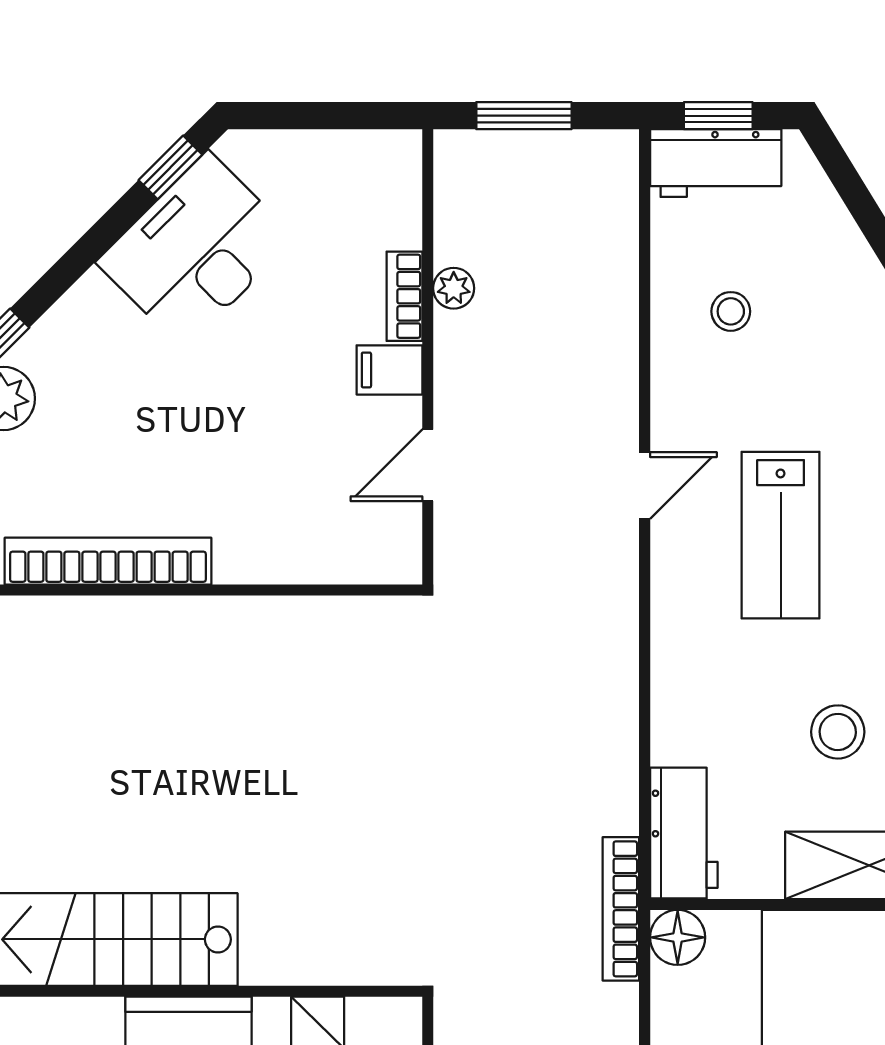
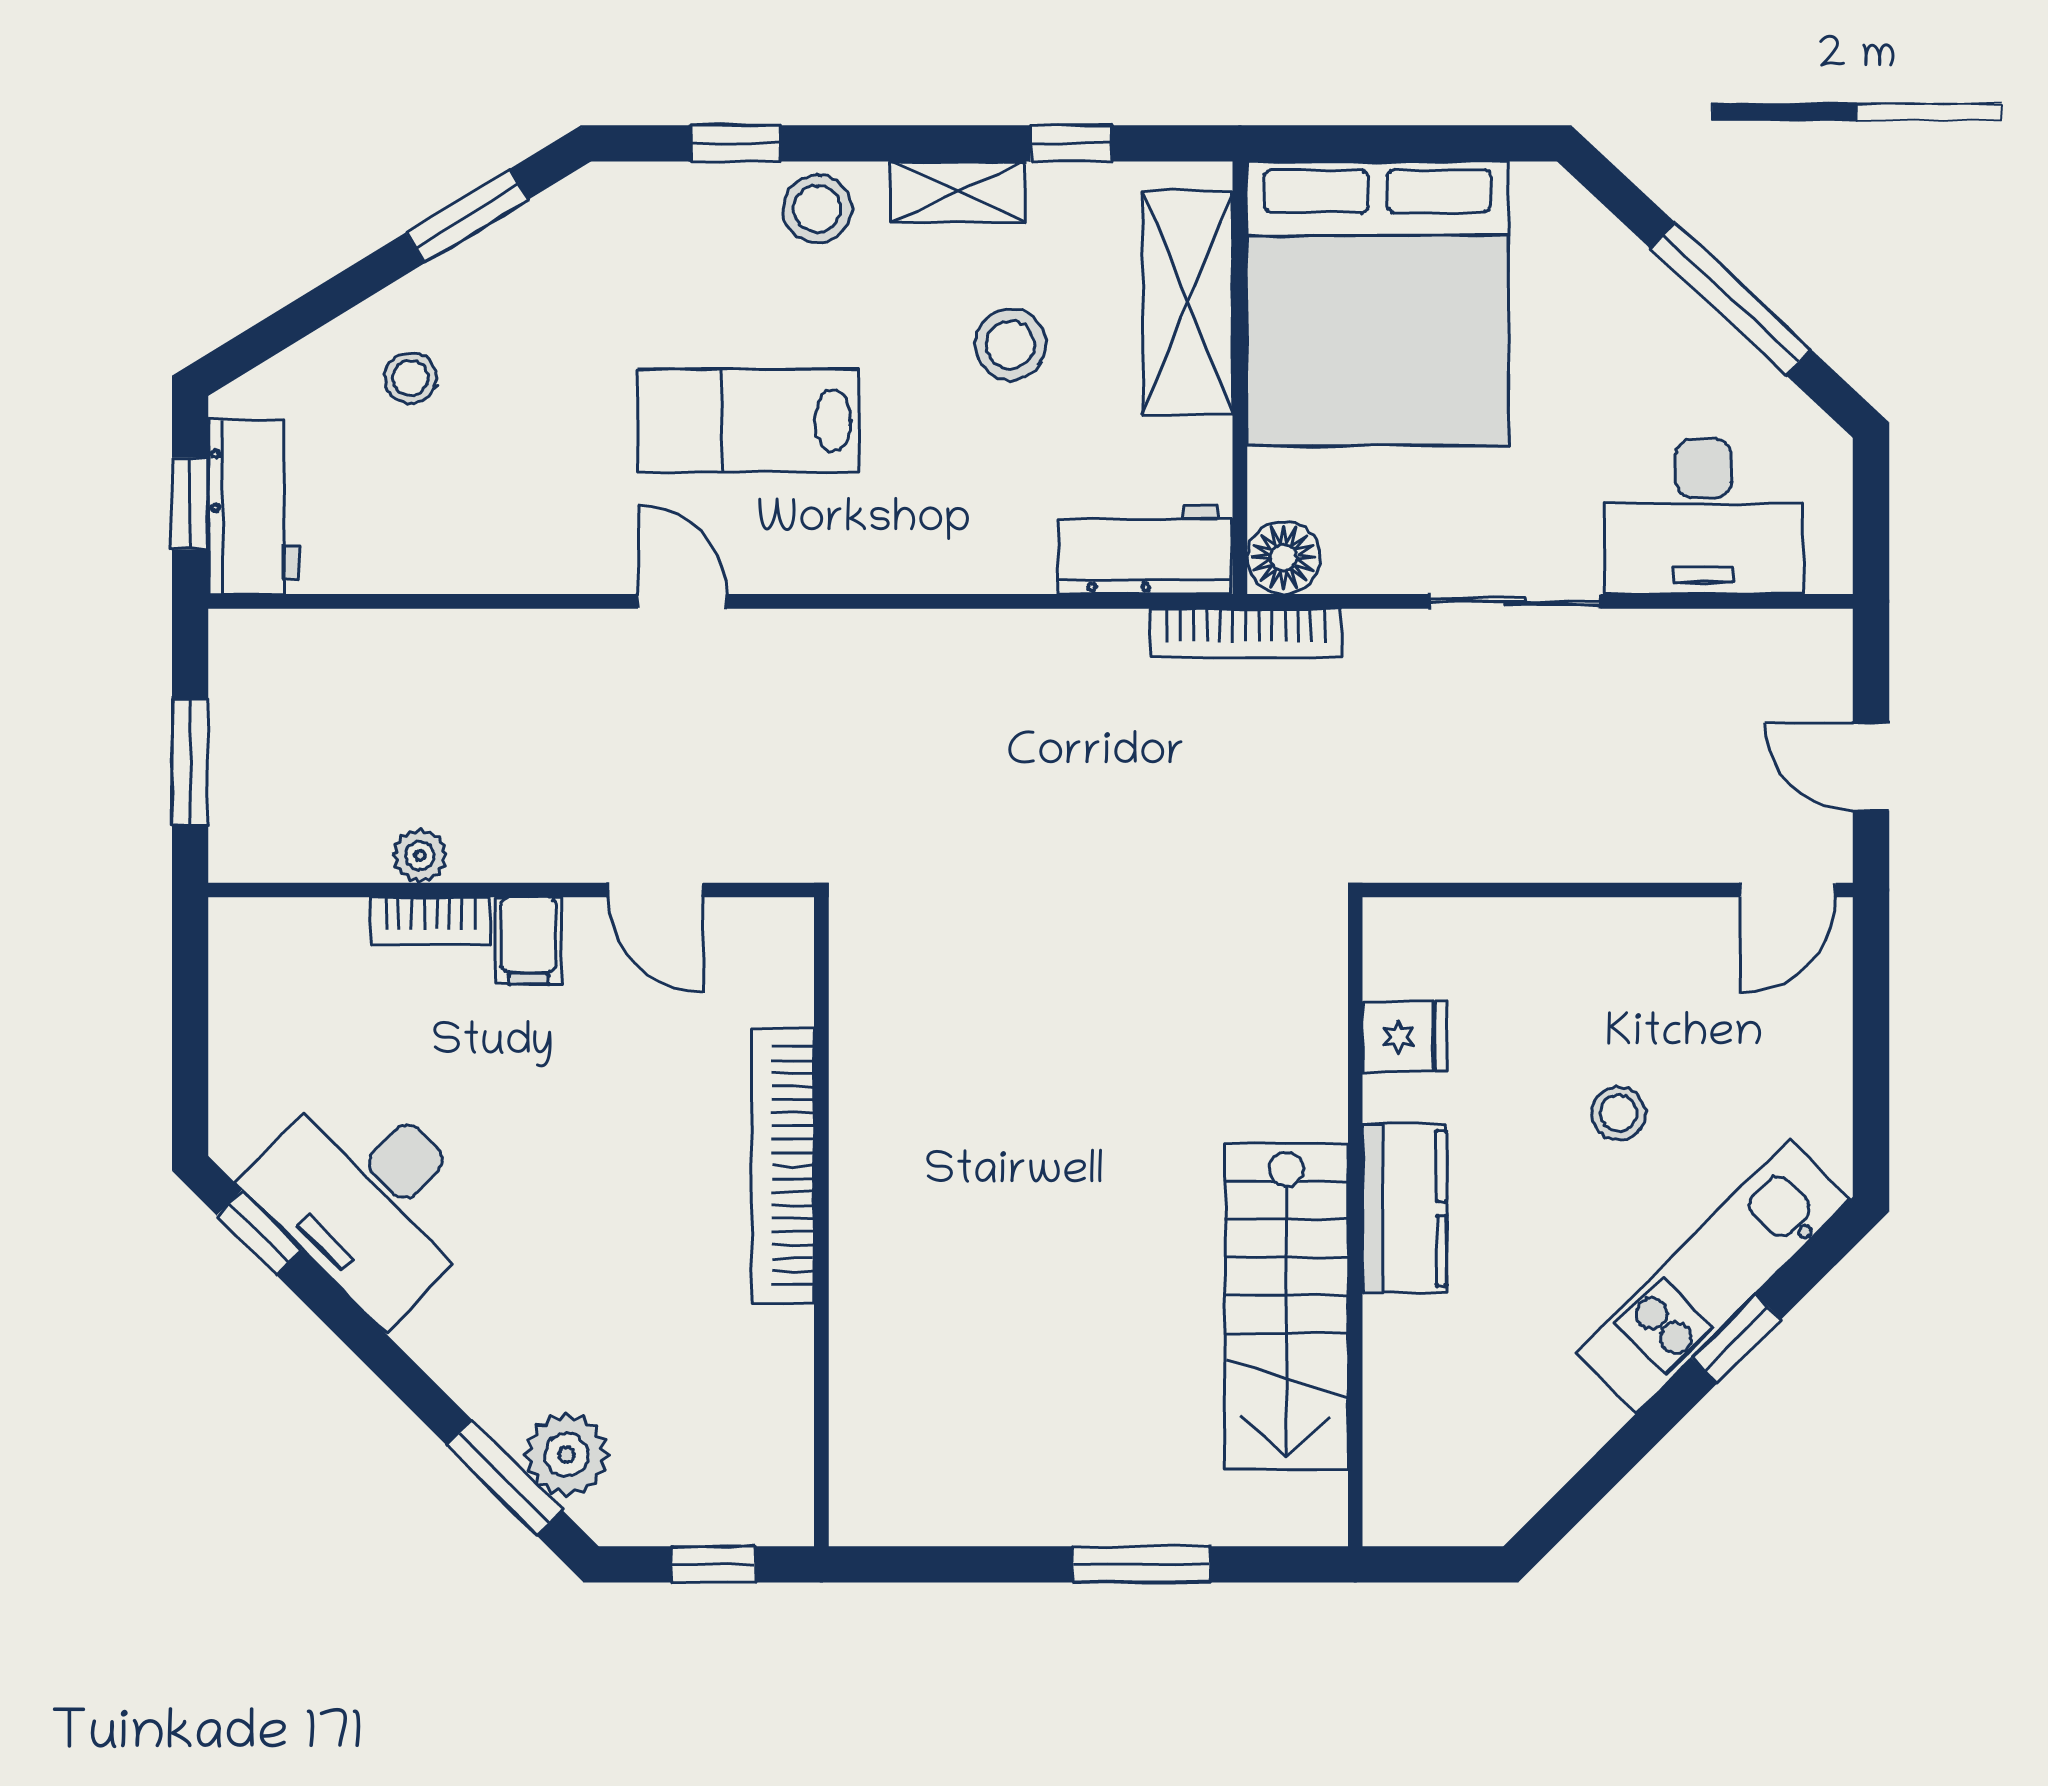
stool: (731, 311) -> (410, 378), moved
lab bench: (781, 535) -> (748, 421), turned 180
bookcase: (108, 561) -> (783, 1166), moved

